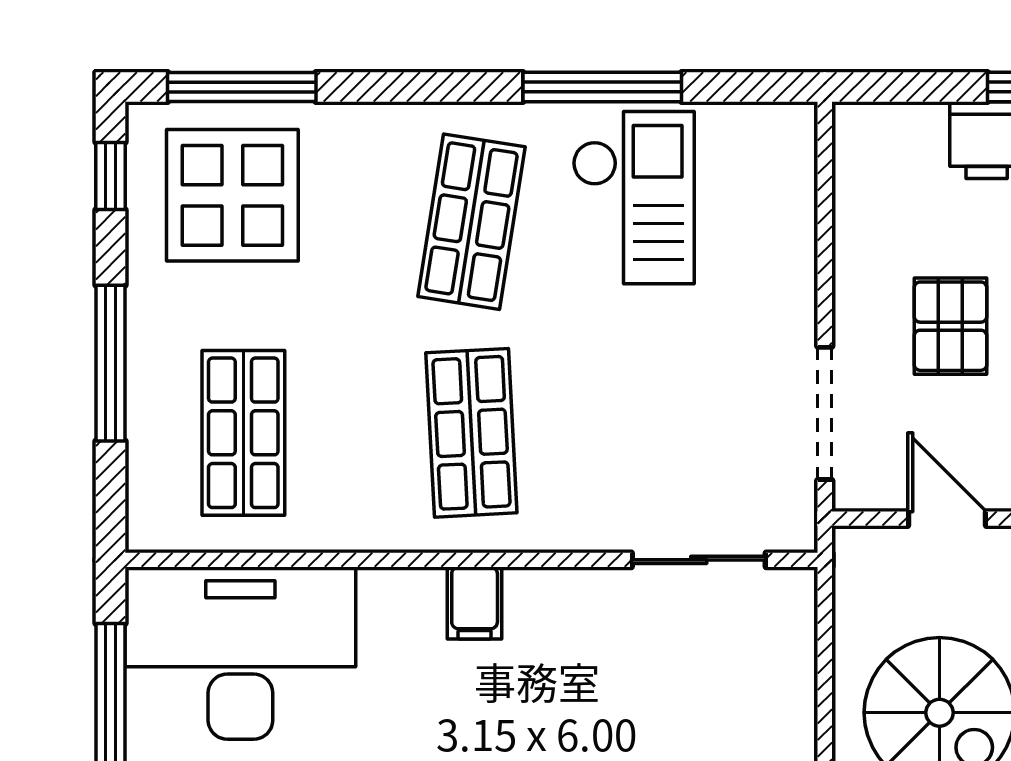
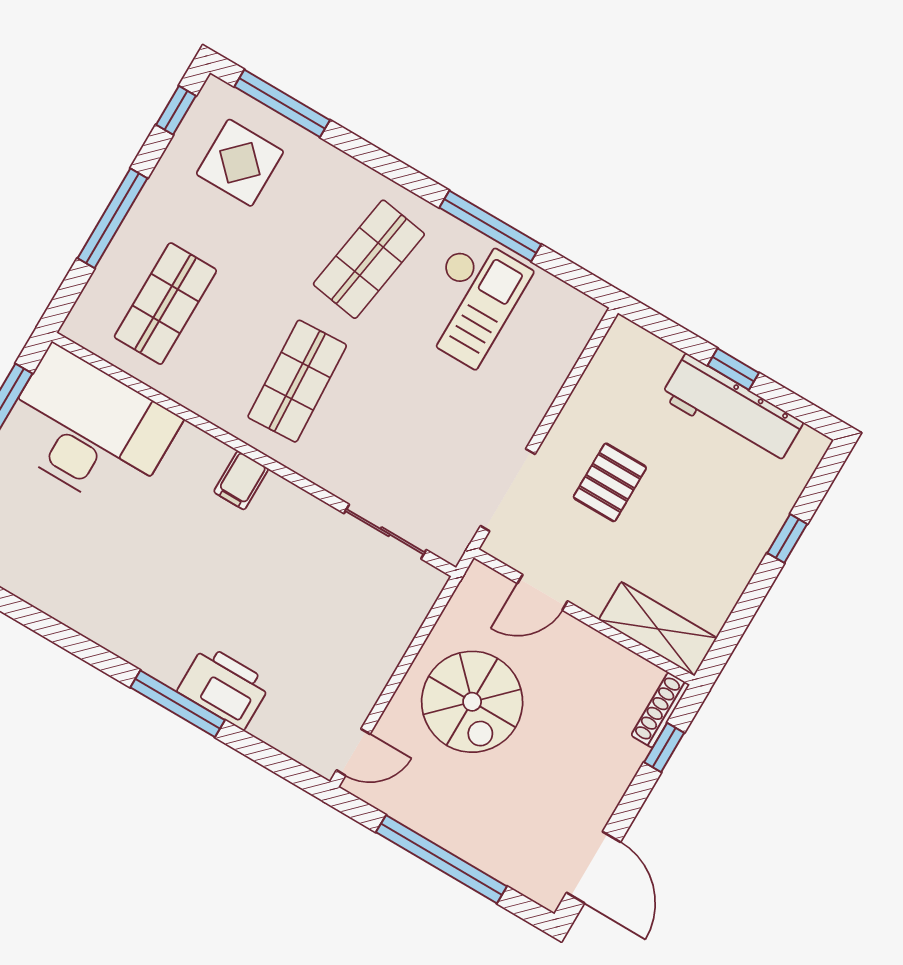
display table: (232, 195) -> (240, 163), width x0.73, depth x0.73
door: (947, 519) -> (542, 592), swing flipped

